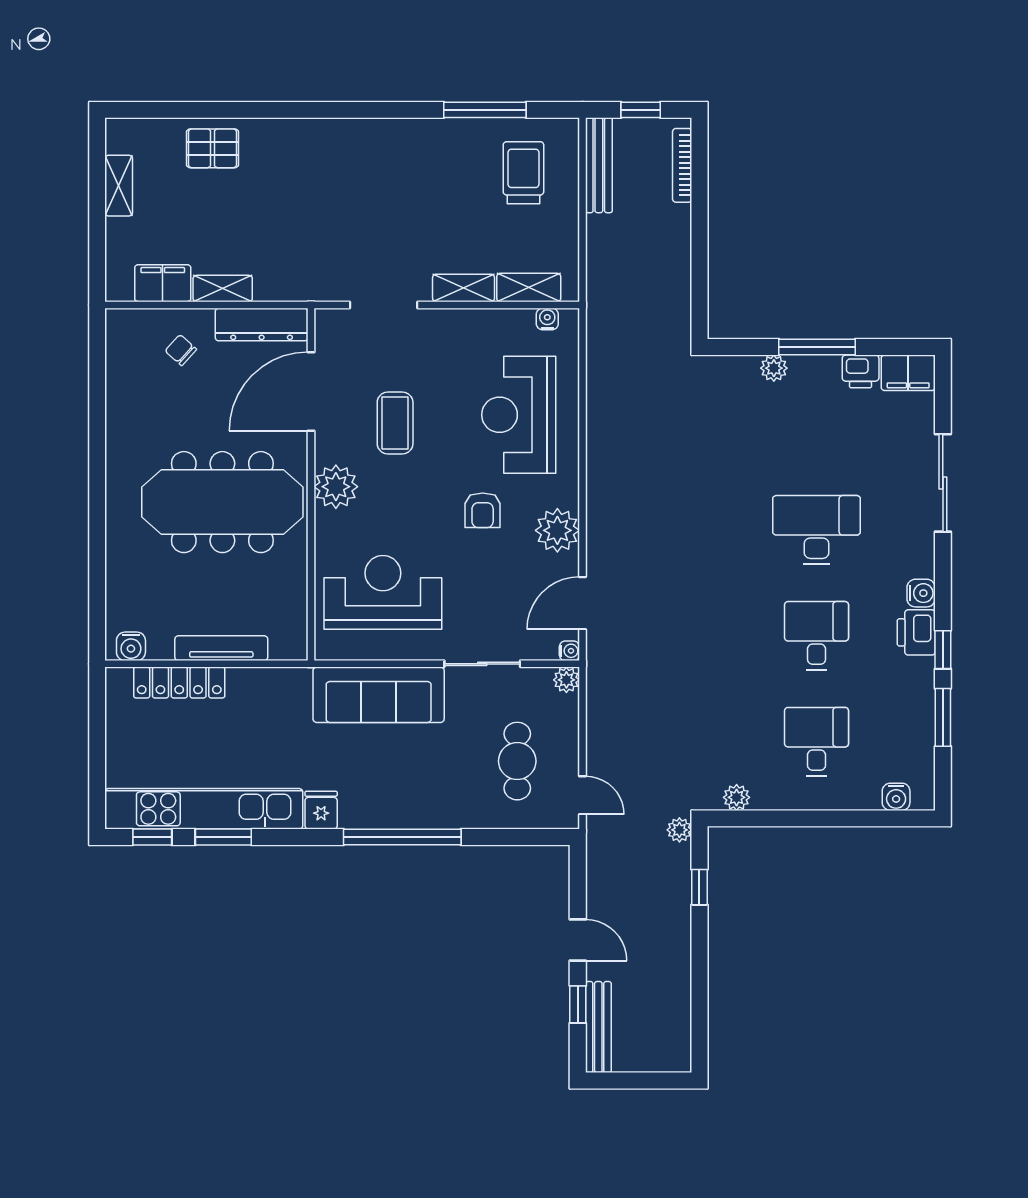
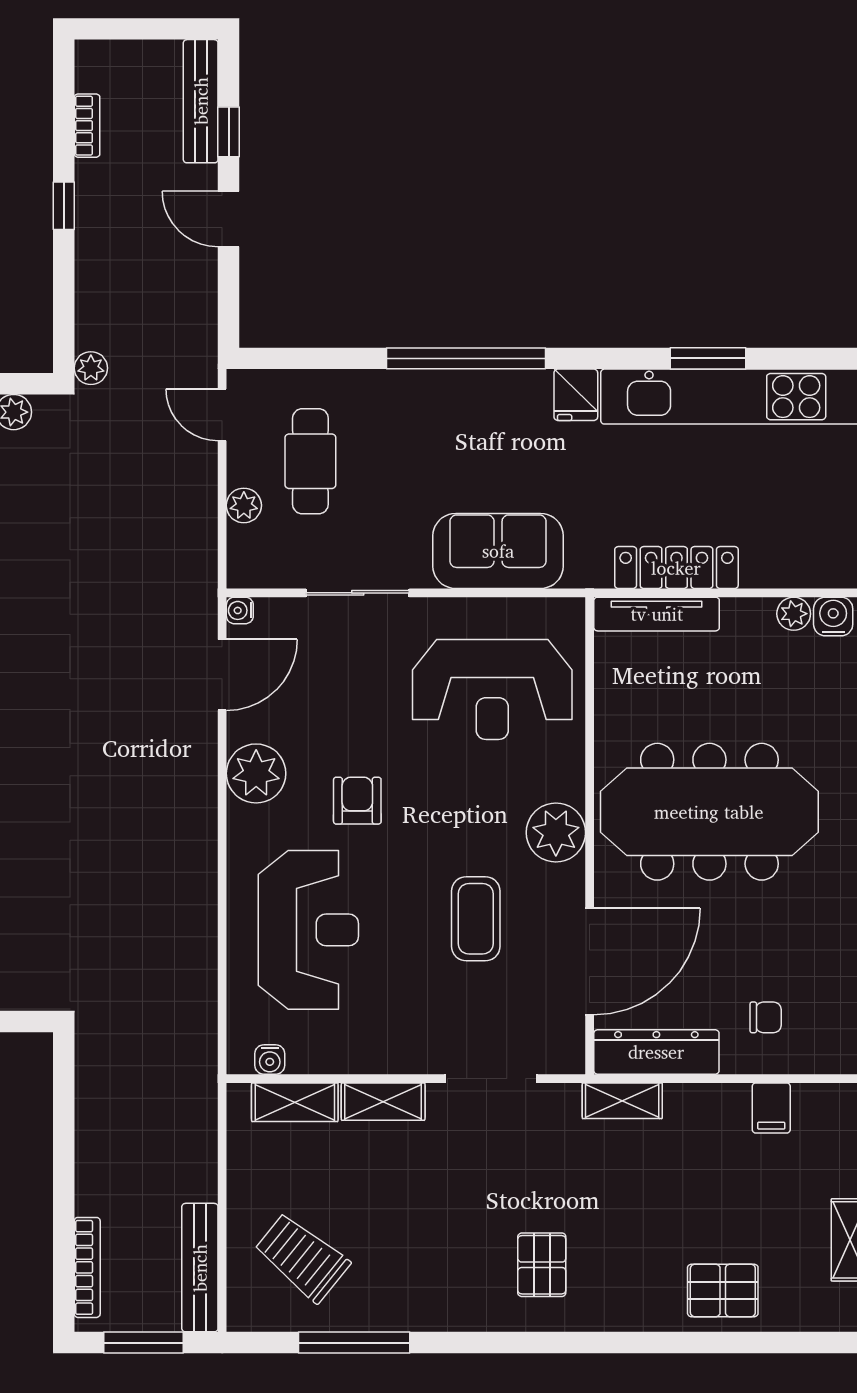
window: (641, 110) -> (143, 1343), width x1.50
pallet: (346, 167) -> (542, 1265), added
trolley: (523, 173) -> (302, 1257), turned 129
filing cabinet: (163, 283) -> (771, 1108), width x0.50
shelving: (223, 289) -> (622, 1101), moved
chair: (181, 350) -> (766, 1017), turned -42
plant: (160, 648) -> (794, 614), added
tv unit: (221, 648) -> (657, 614), moved
plant: (566, 680) -> (244, 505), moved
locker: (179, 682) -> (676, 568), moved
sofa: (379, 695) -> (498, 551), width x0.73
window: (152, 837) -> (804, 358), removed
window: (699, 887) -> (64, 206), moved
bookcase: (682, 1009) -> (87, 126), added

